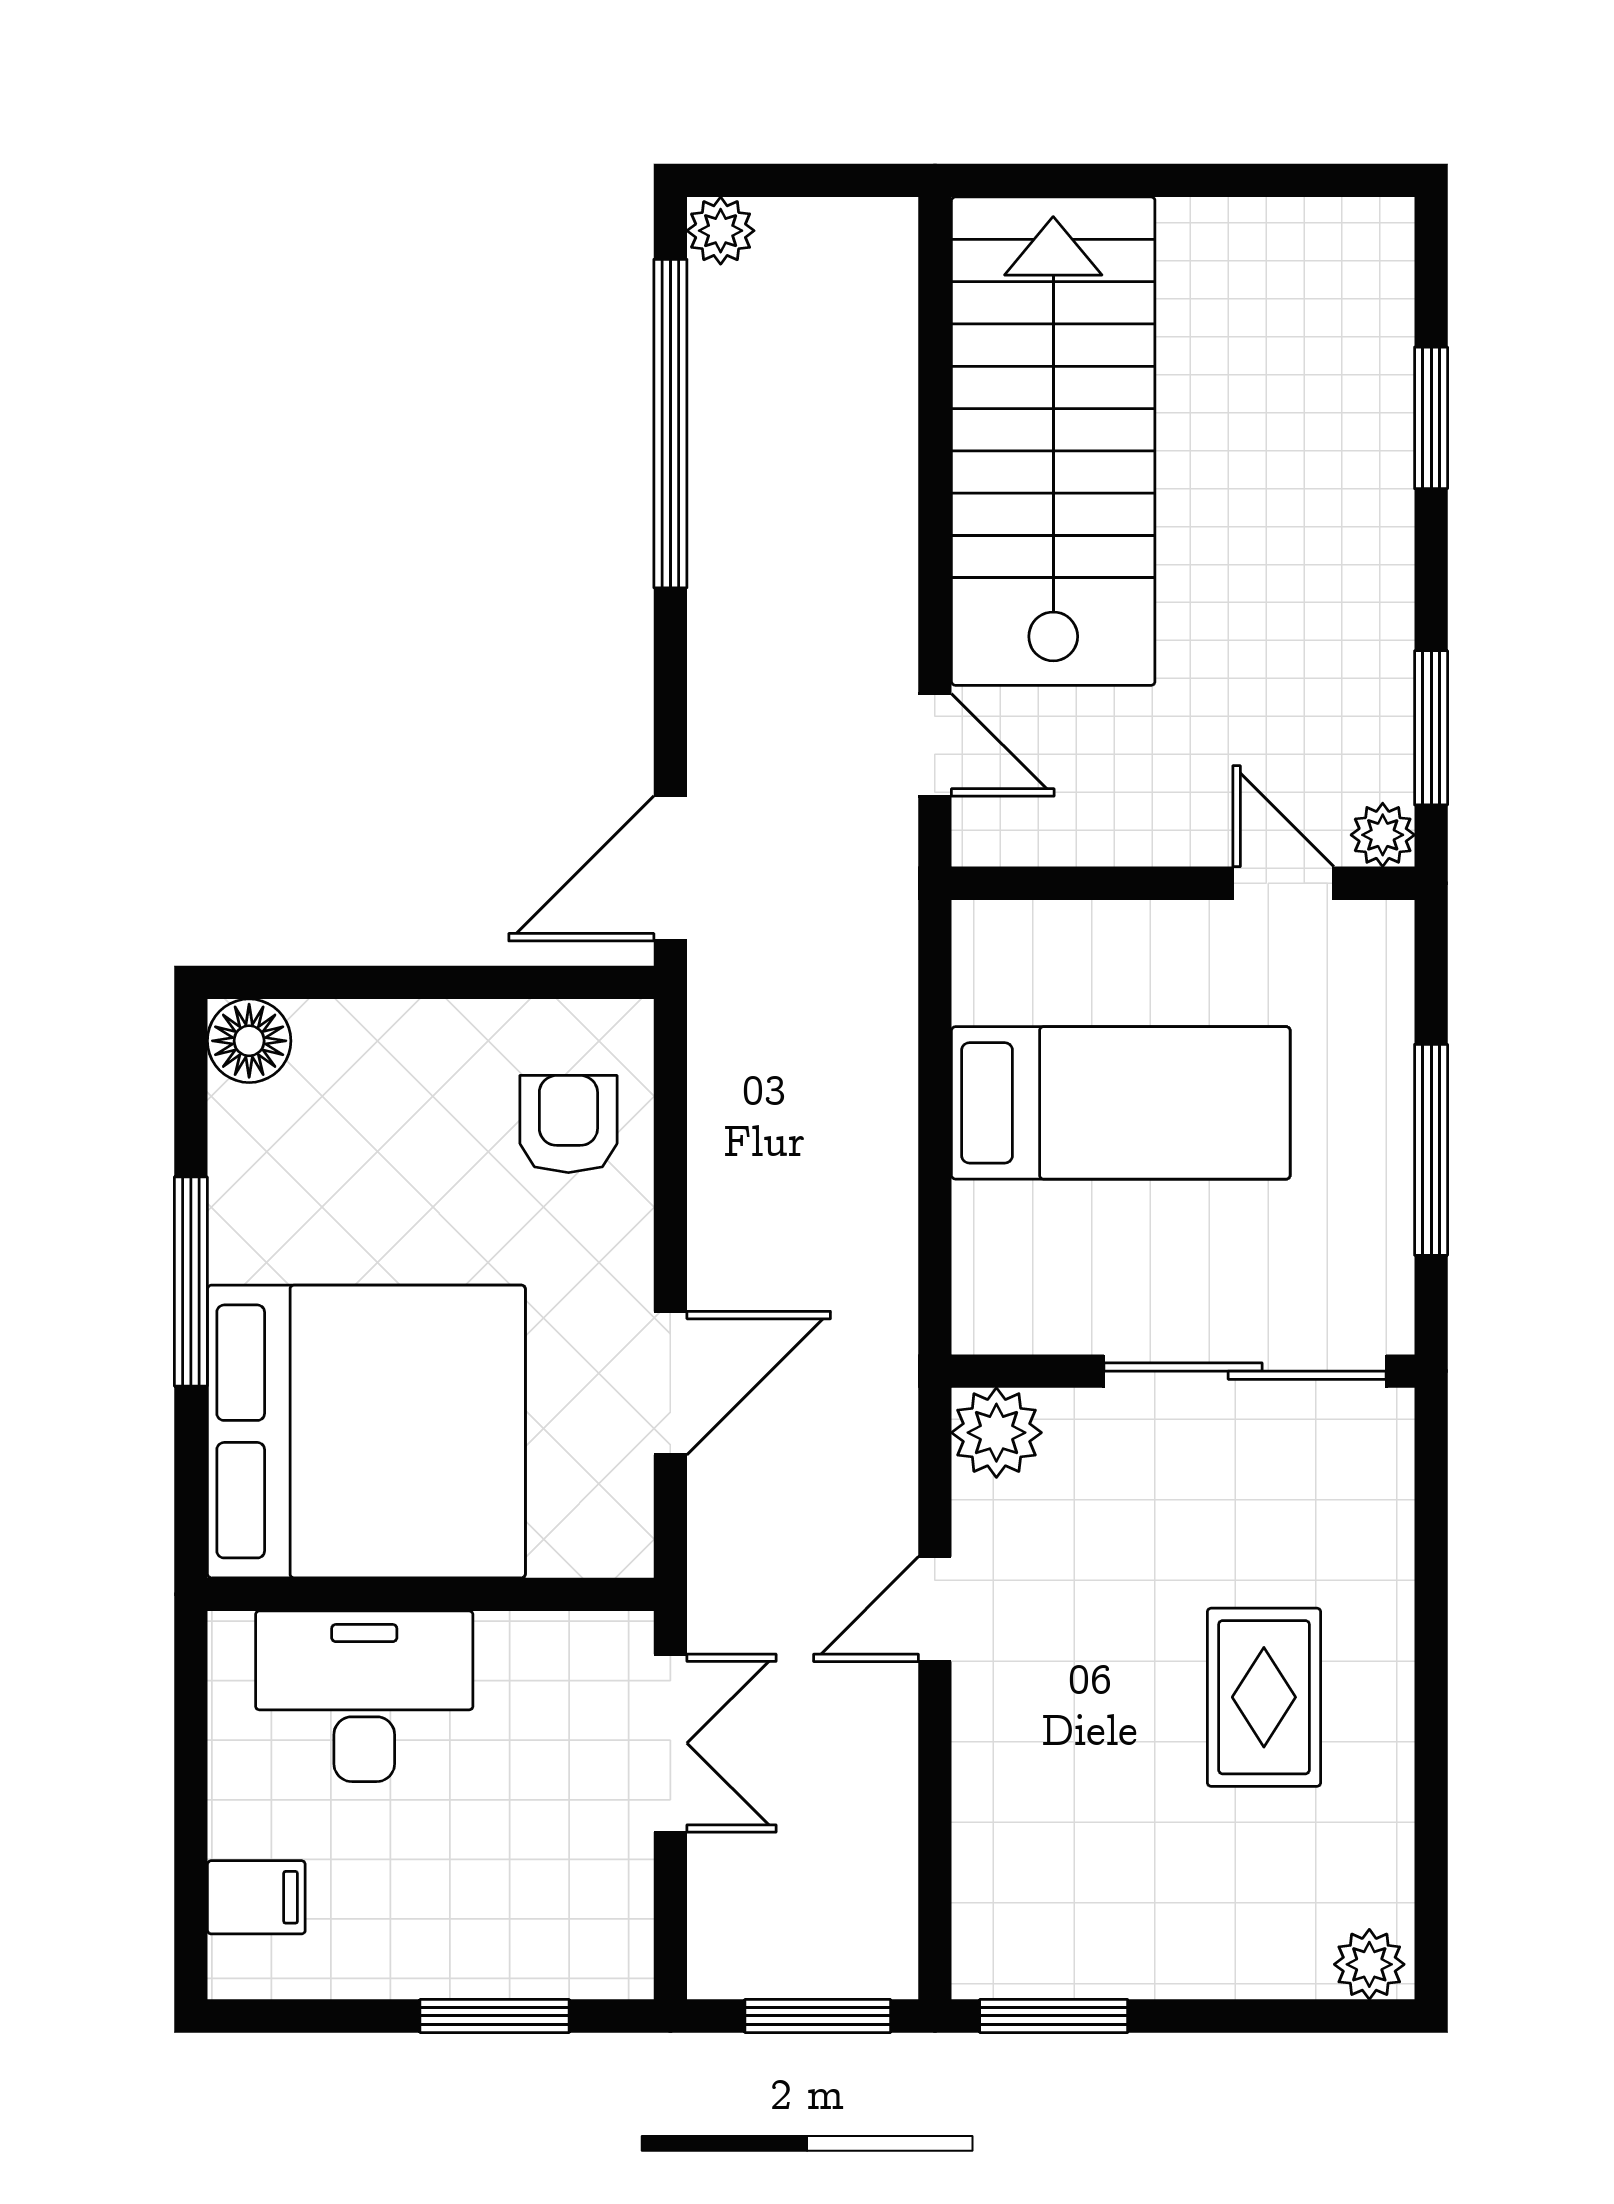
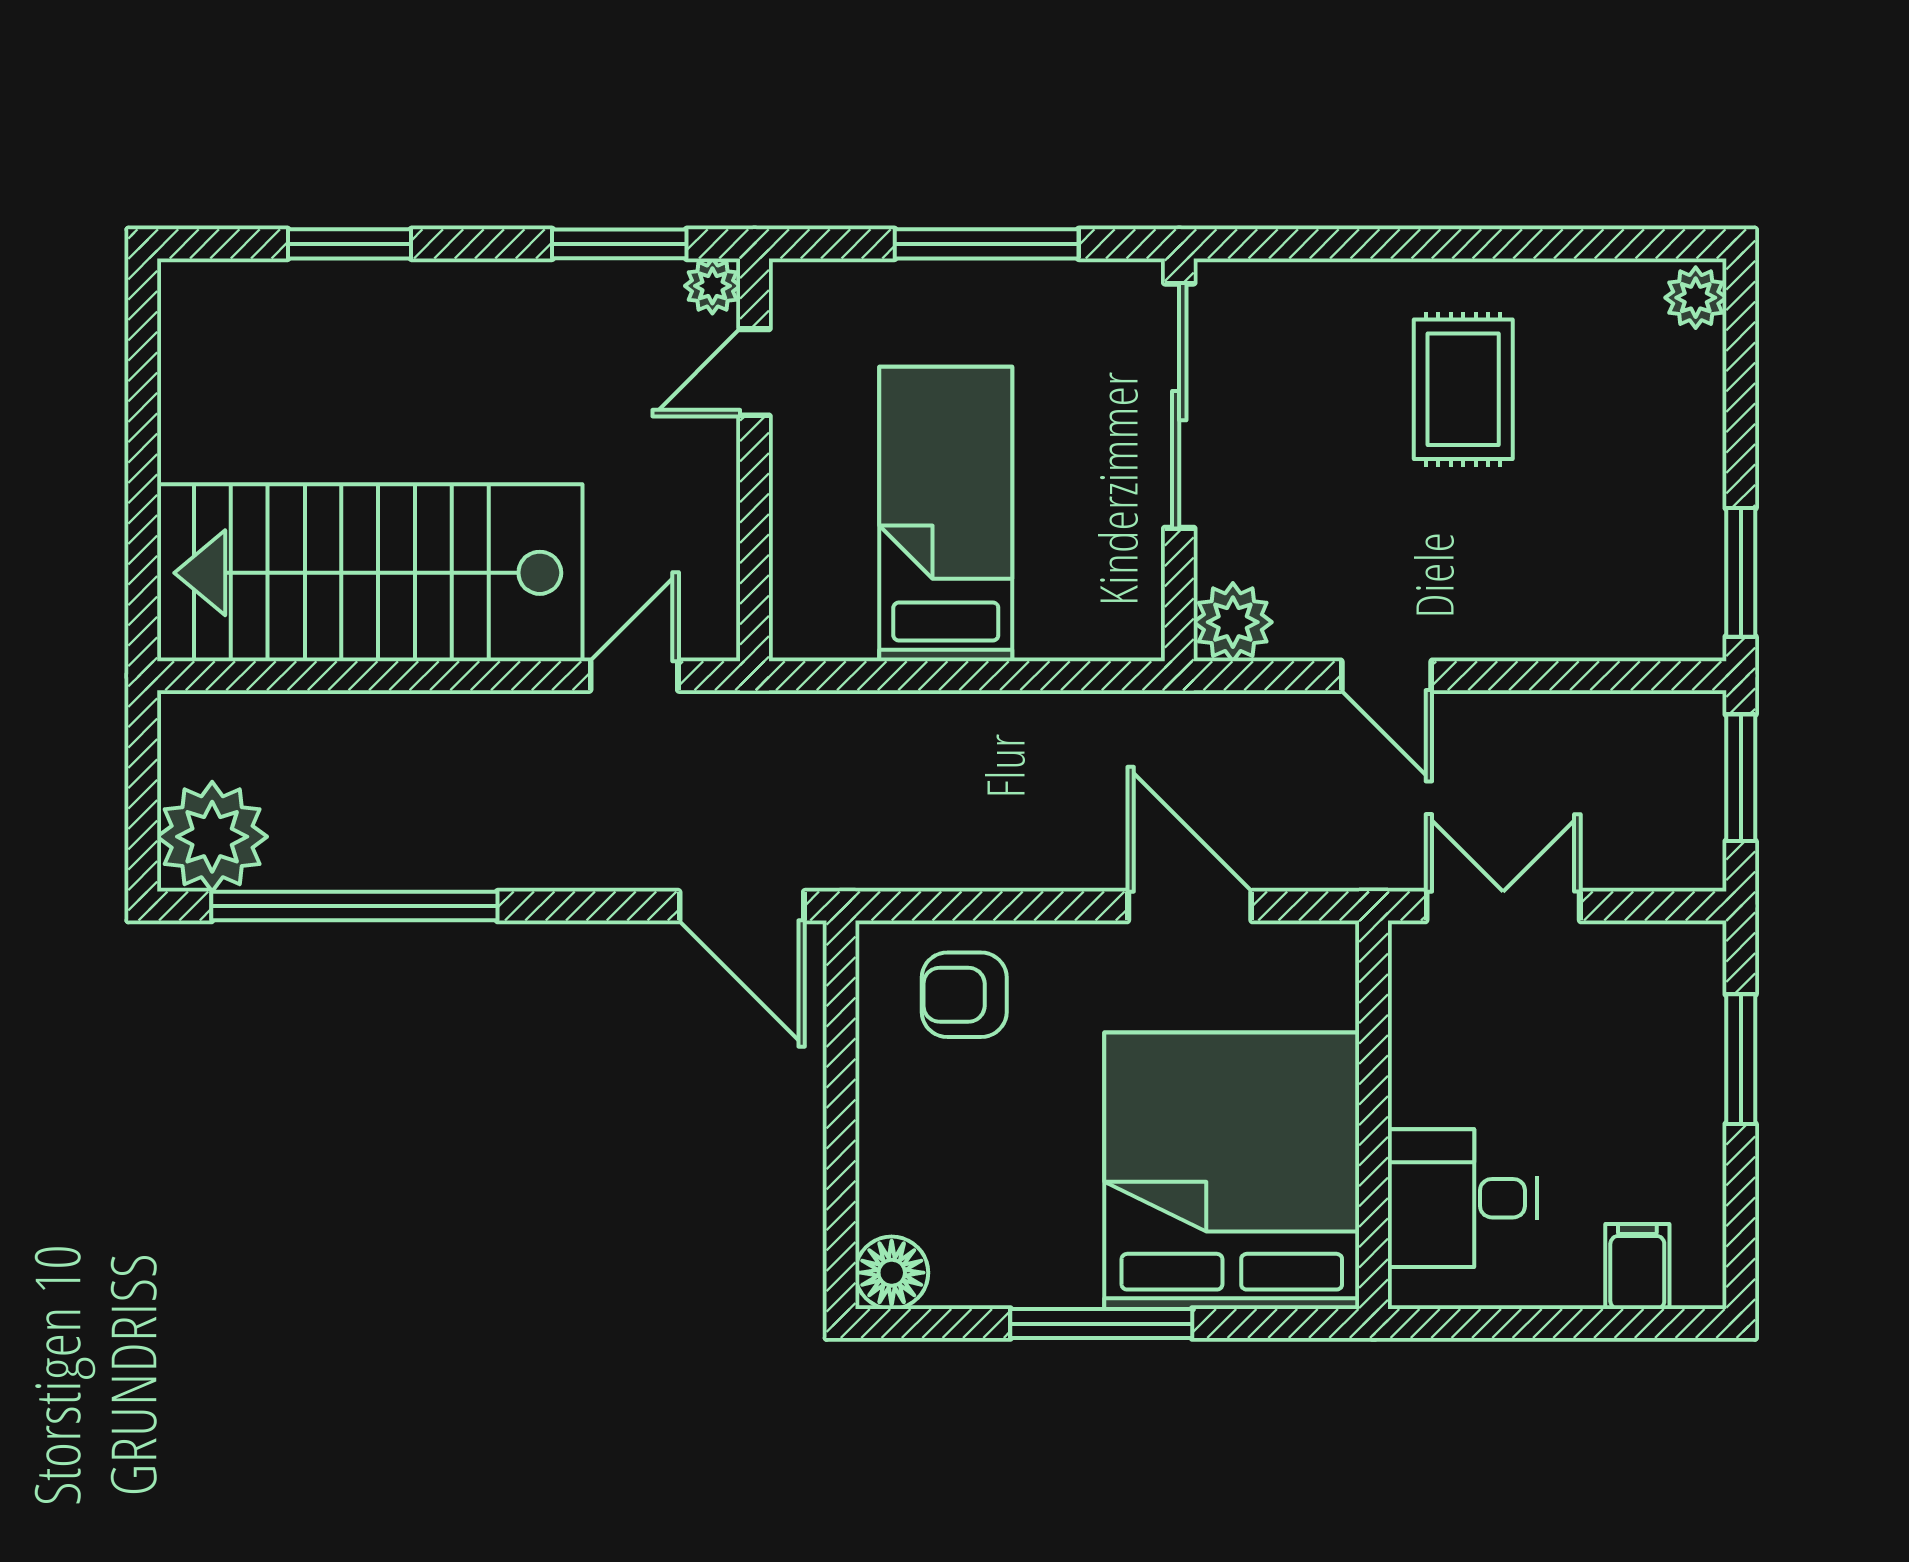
plant: (721, 231) -> (212, 837), width x1.88, depth x1.88
desk: (364, 1696) -> (1462, 1198), width x0.73
rug: (1264, 1697) -> (1463, 389), turned 90

